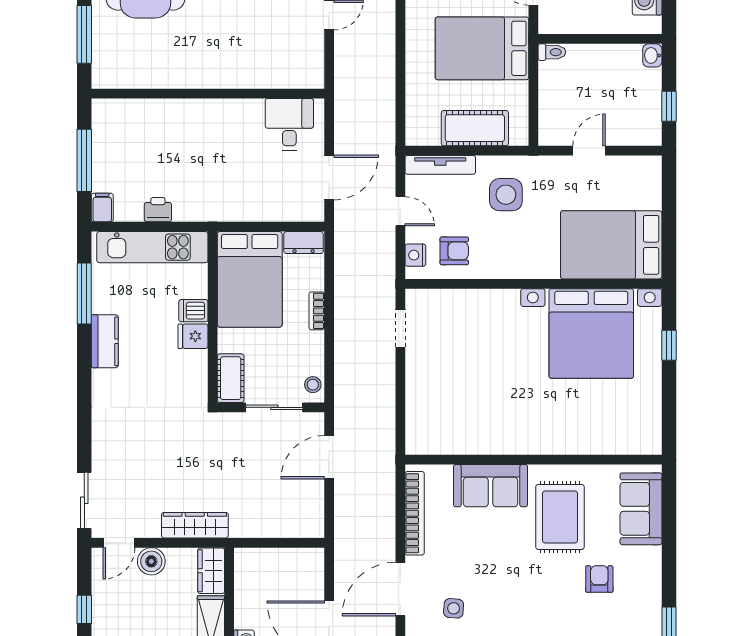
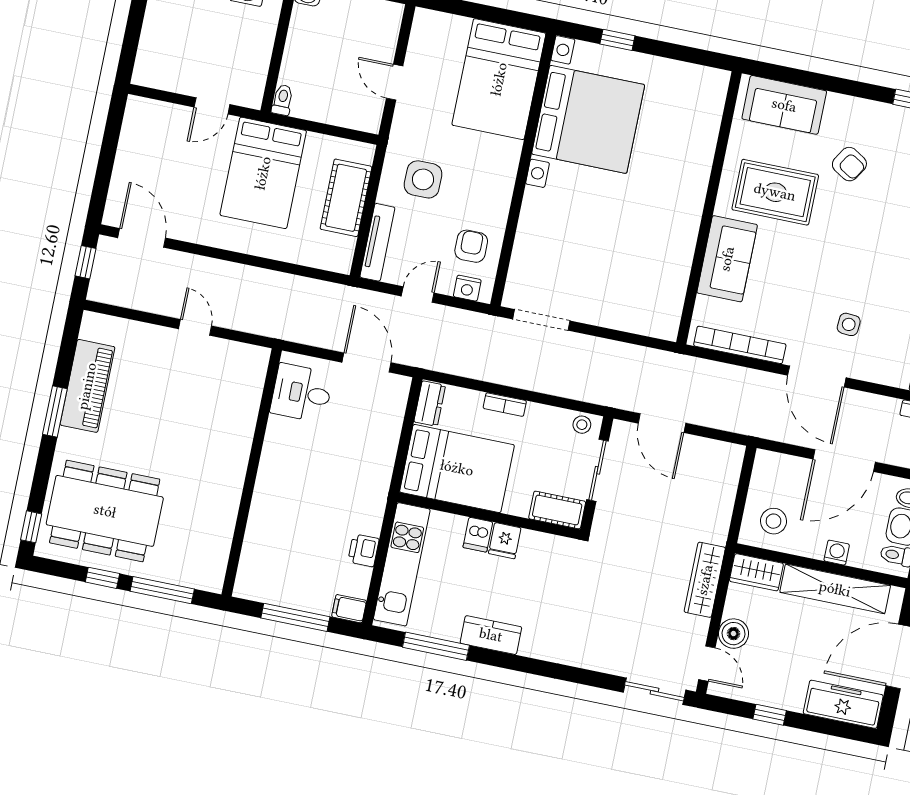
doorway: (400, 328) -> (541, 320), width x1.38
stool: (261, 577) -> (773, 521), added
armchair: (599, 579) -> (849, 164), turned -148

